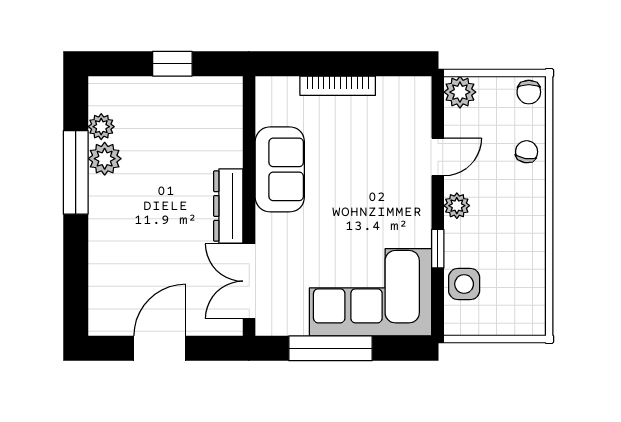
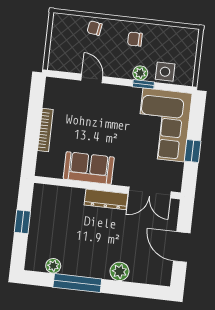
plant: (460, 92) -> (57, 62), removed
chair: (529, 92) -> (135, 39), moved, turned 180
plant: (105, 159) -> (119, 271), moved
plant: (457, 206) -> (140, 73), moved
window: (331, 348) -> (193, 151), width x0.46

